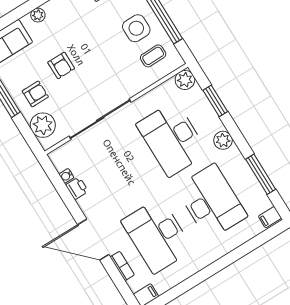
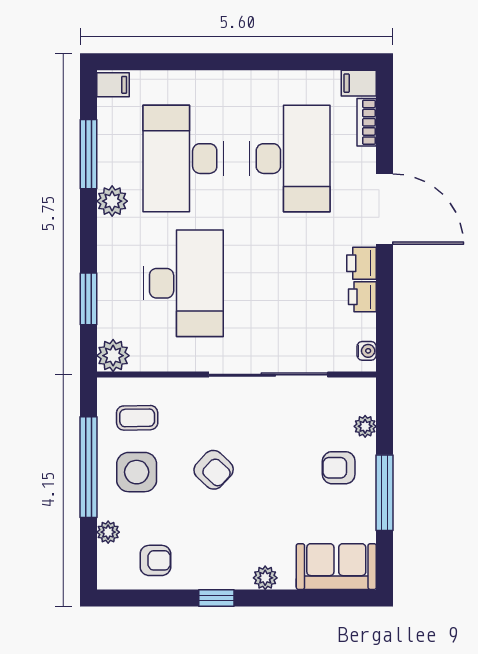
armchair: (61, 65) -> (214, 470), moved, turned 133
plant: (43, 125) -> (365, 426), width x0.53, depth x0.53
plant: (223, 140) -> (112, 201), moved
water cooler: (66, 176) -> (367, 351), moved
printer: (88, 205) -> (362, 263), added
bookcase: (122, 266) -> (367, 122), moved

